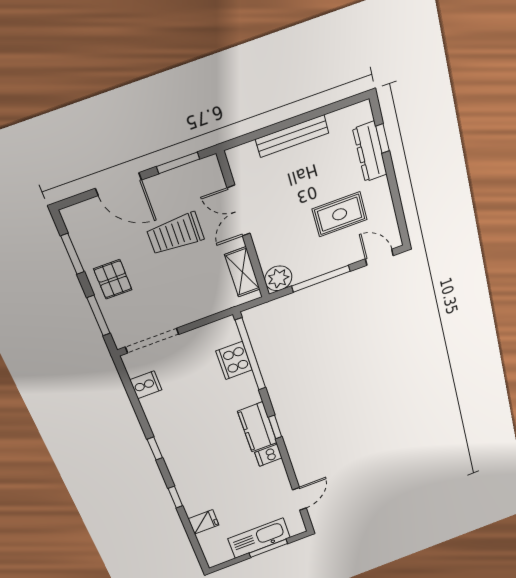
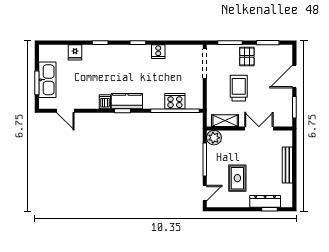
trolley: (175, 234) -> (239, 88), moved
pallet: (113, 279) -> (247, 56), turned 90
cooker: (146, 385) -> (158, 52), moved

